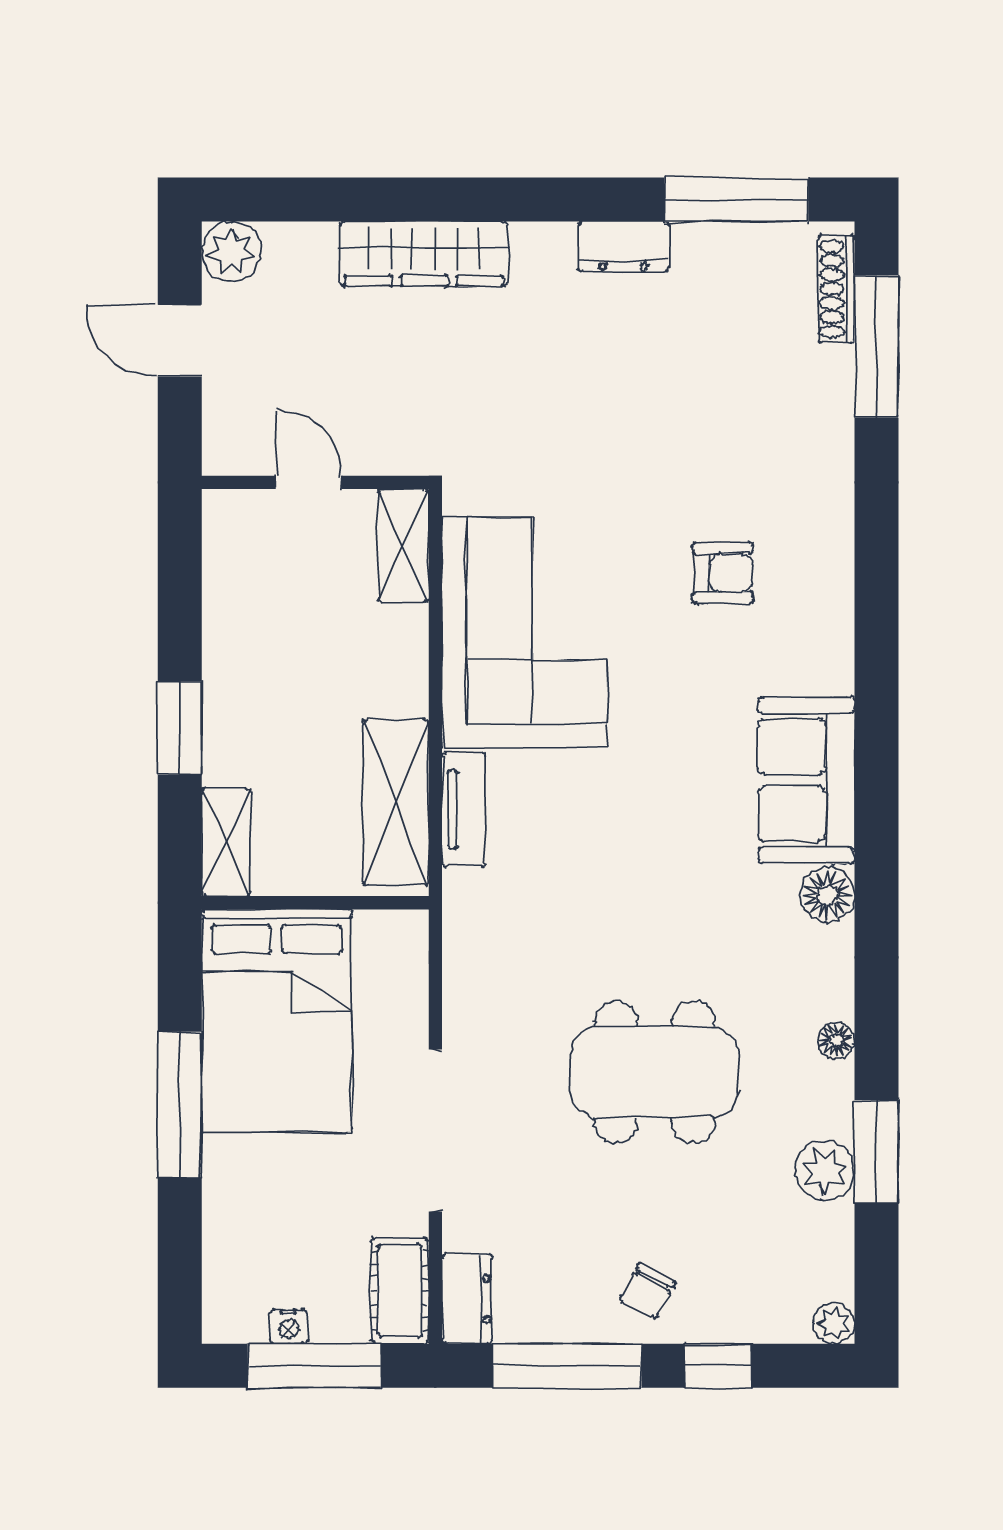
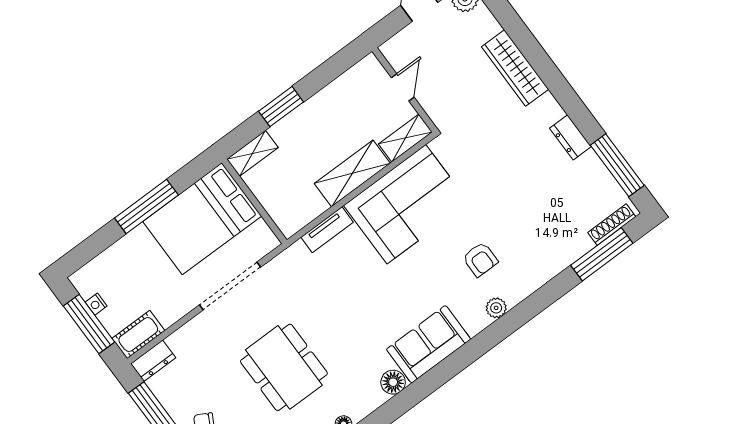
plant: (832, 609) -> (496, 308), added
shelving: (396, 802) -> (352, 173), moved
doorway: (435, 1130) -> (230, 286), moved

